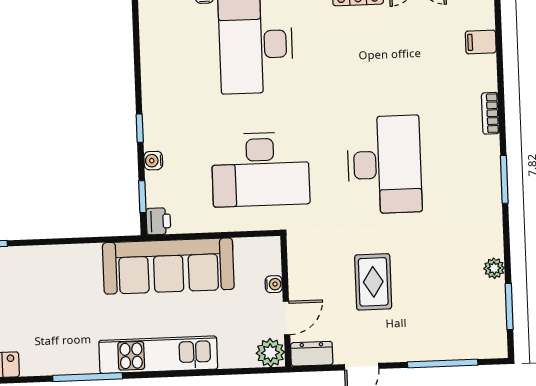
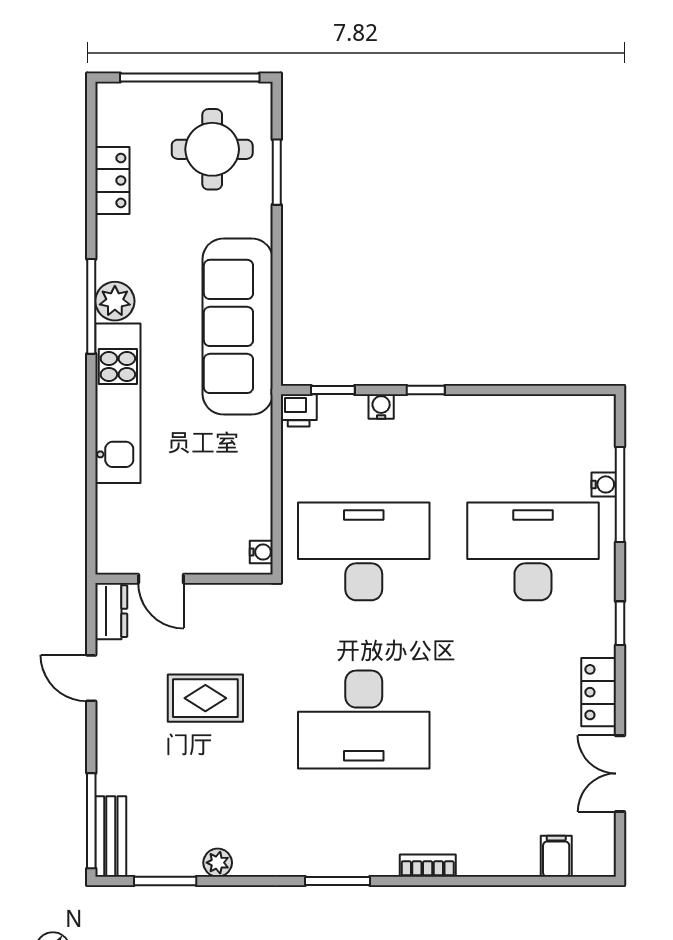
filing cabinet: (481, 42) -> (556, 856), moved
desk: (260, 169) -> (364, 551), turned 90
sofa: (168, 266) -> (238, 326), moved
water cooler: (274, 284) -> (261, 552), moved, turned -90
bench: (478, 348) -> (111, 836), added
plant: (270, 353) -> (115, 301), moved
window: (443, 363) -> (91, 821), moved

